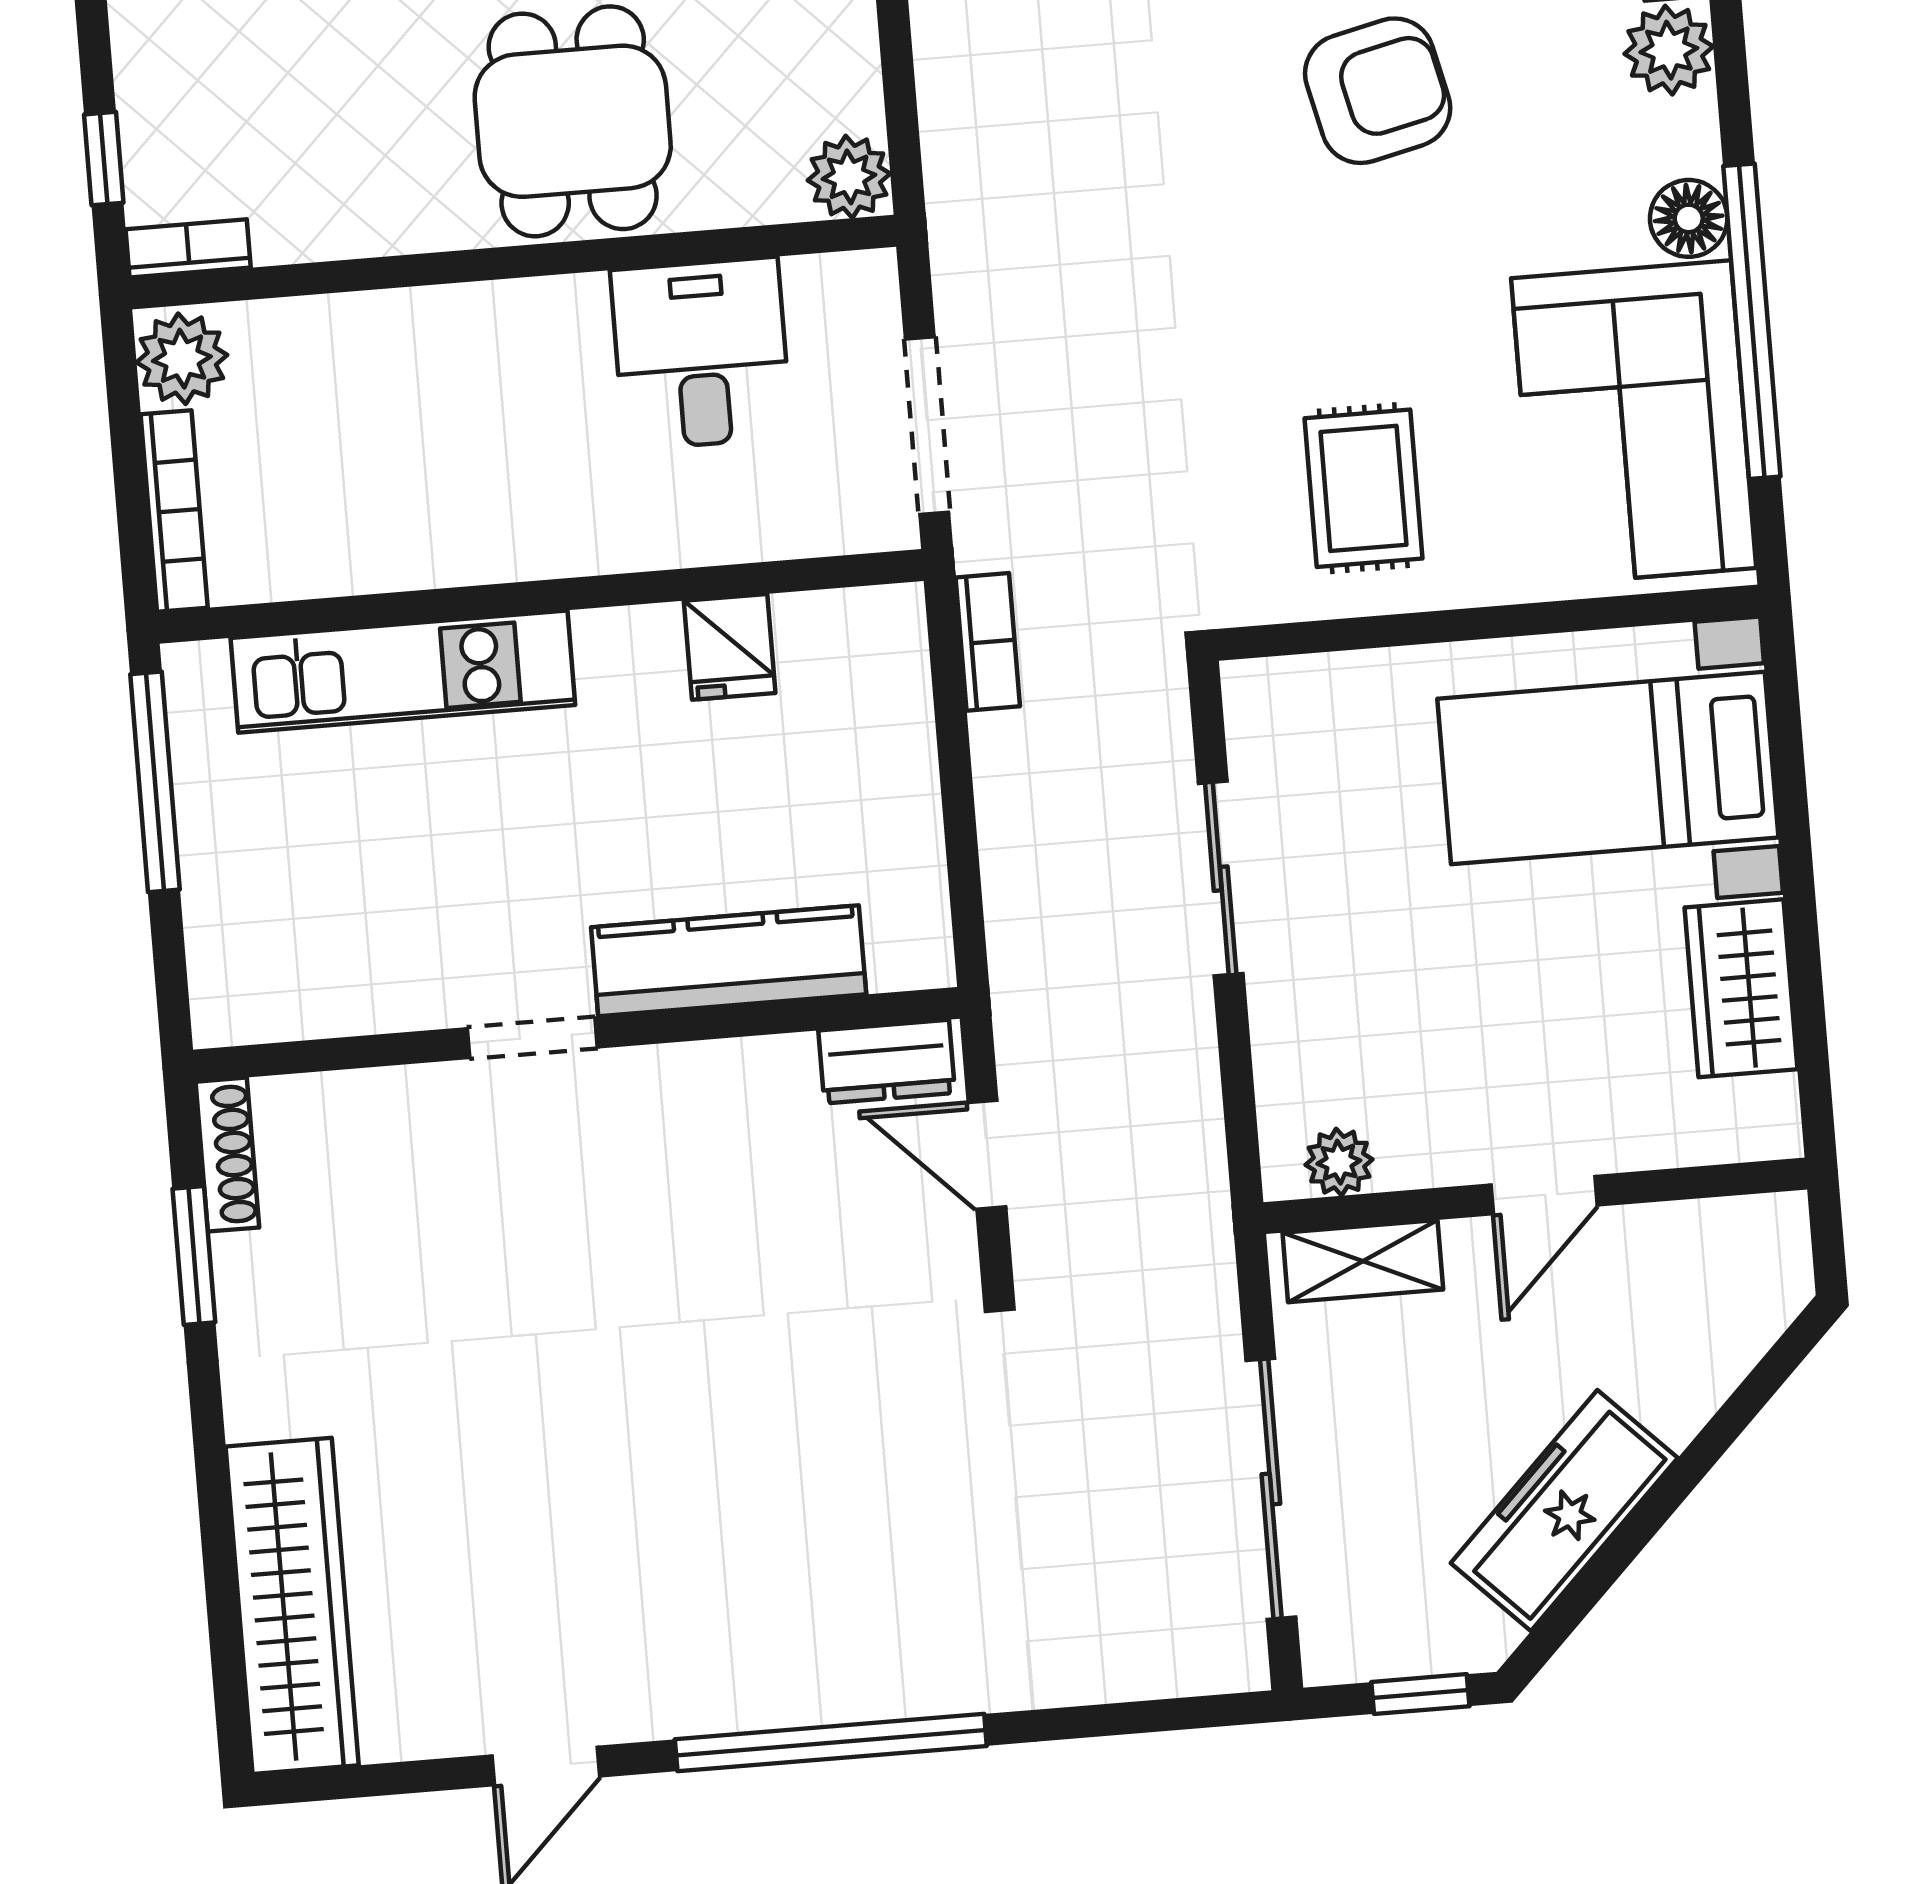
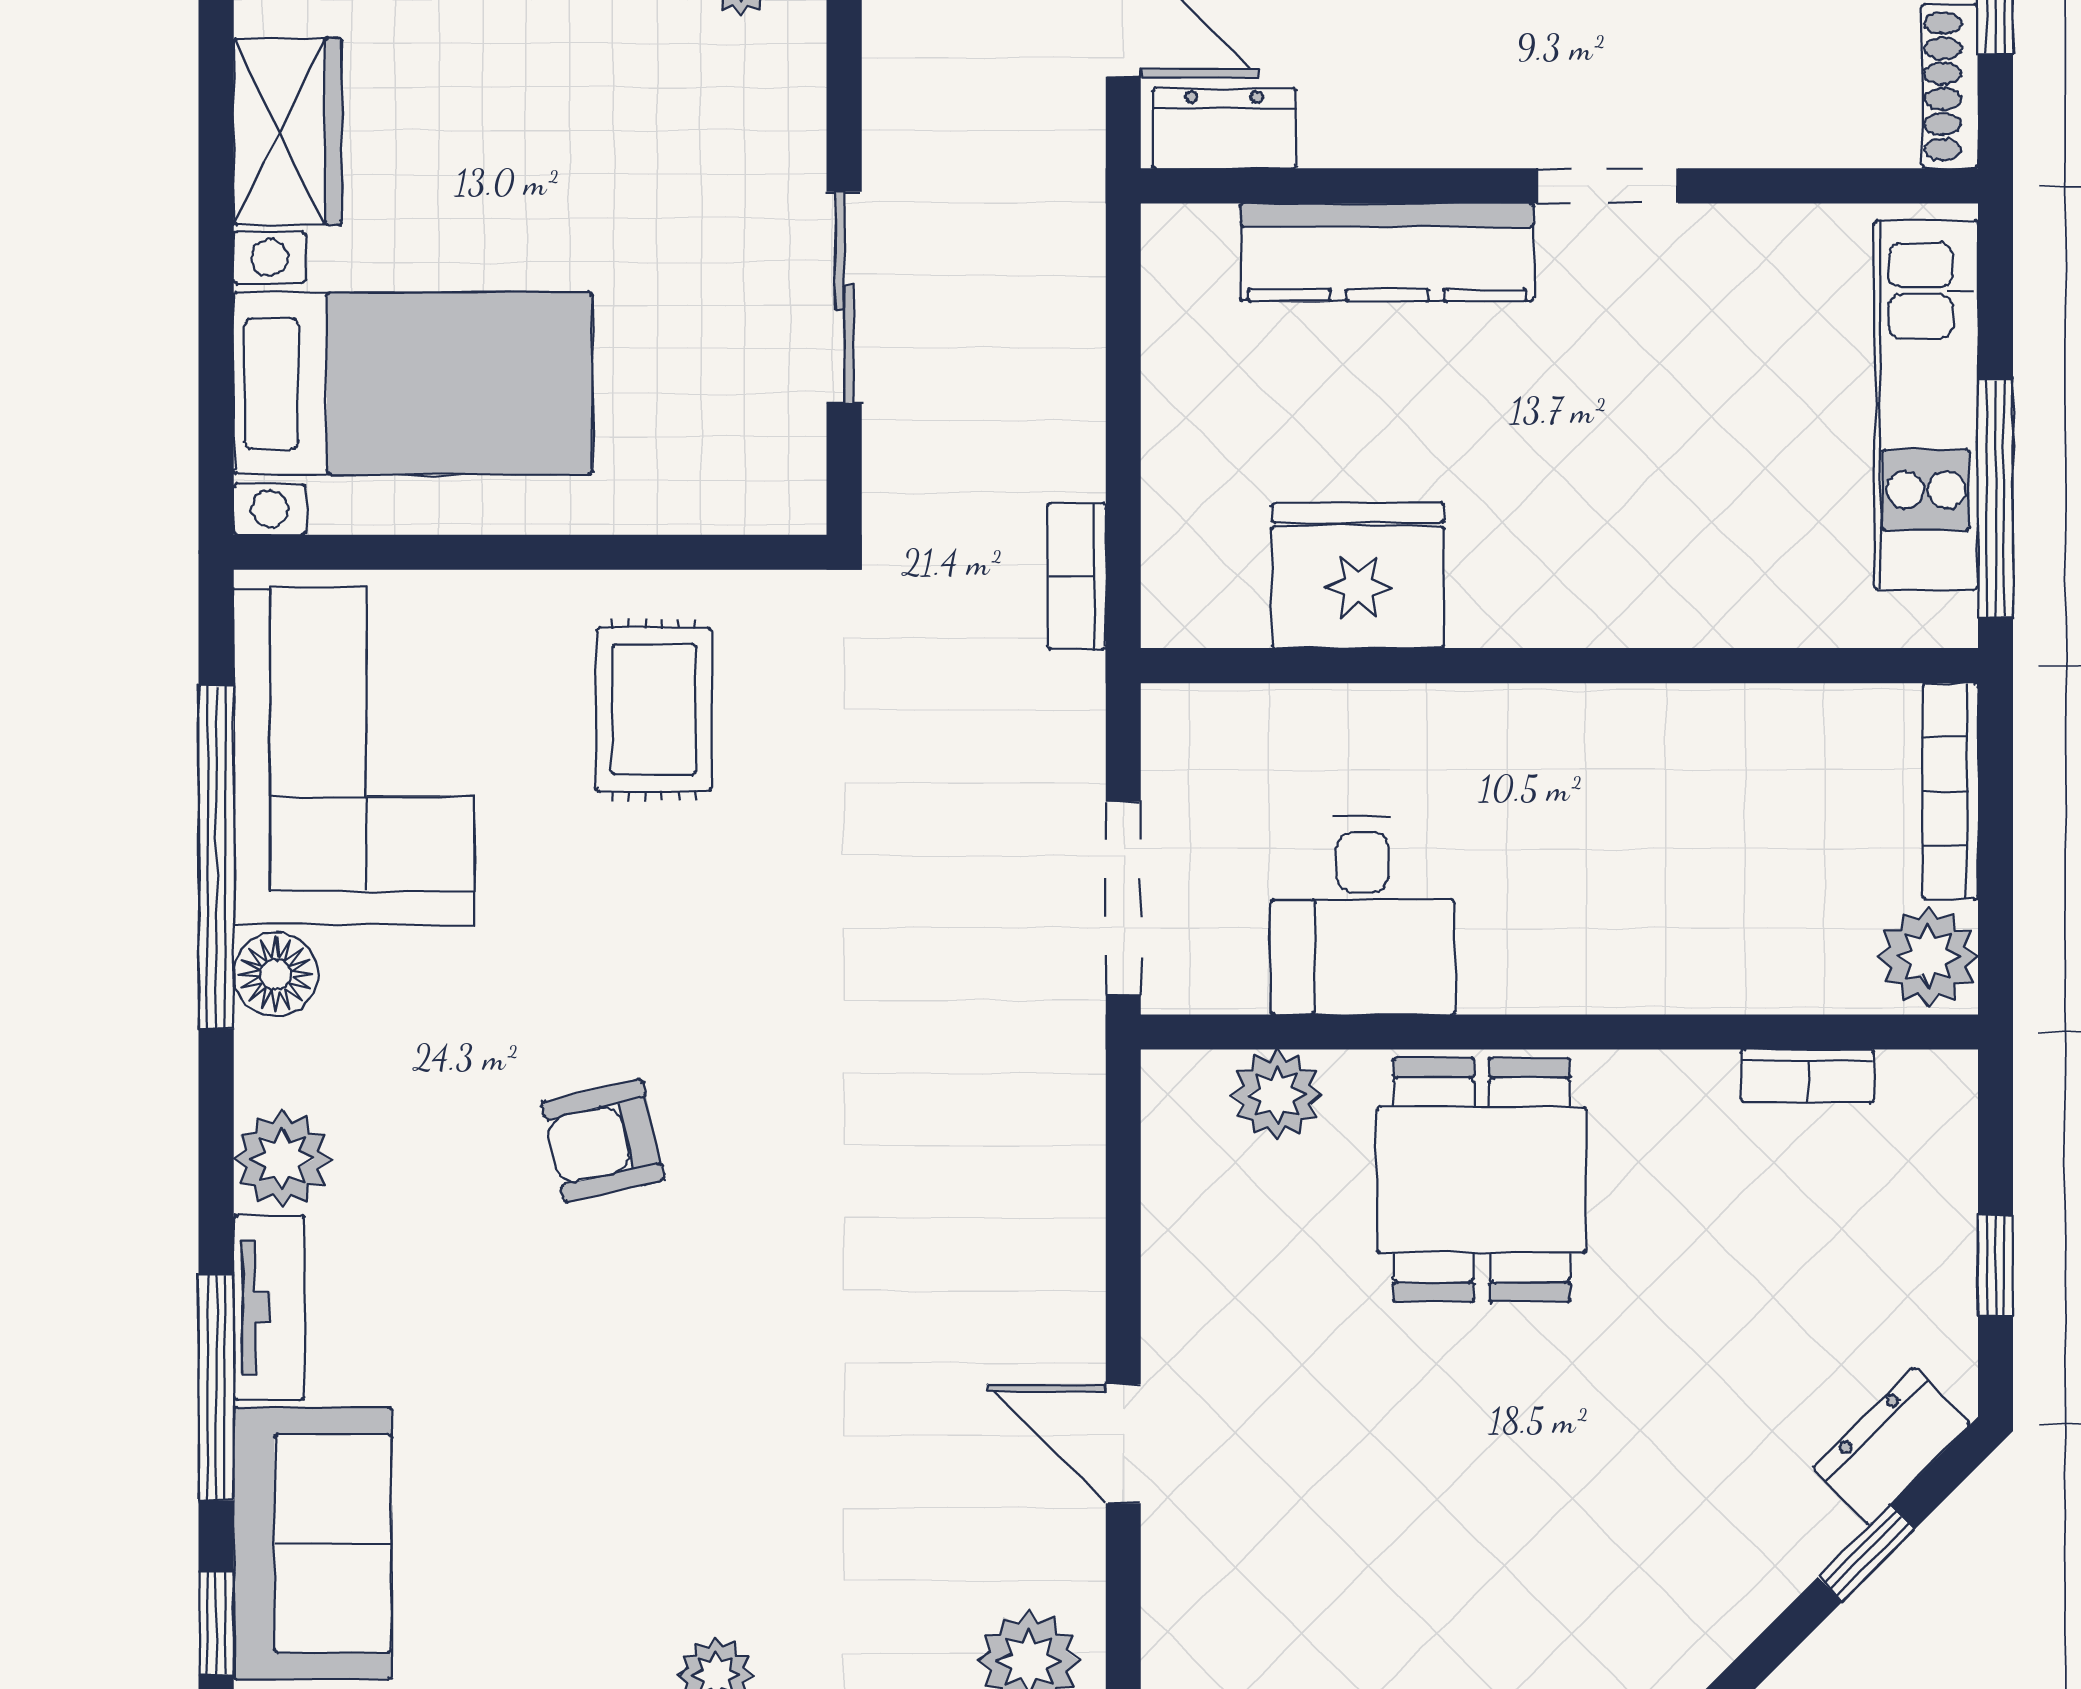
armchair: (1378, 91) -> (603, 1141), width x0.72, depth x0.72
window: (104, 159) -> (1995, 1265), moved
plant: (849, 177) -> (1277, 1095), moved
bookcase: (188, 248) -> (1808, 1076), moved
doorway: (927, 426) -> (1123, 898), moved
fridge: (730, 647) -> (1358, 575), width x1.88, depth x1.34
kitchen unit: (403, 672) -> (1926, 405), moved, turned -90

